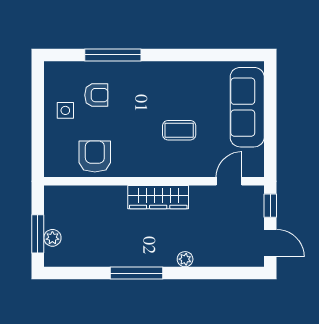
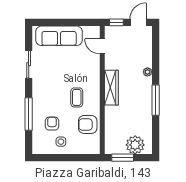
sliding door: (198, 55) -> (29, 64), added
coffee table: (179, 130) -> (77, 97), moved
window: (38, 234) -> (123, 158), moved
plant: (52, 238) -> (135, 145), width x1.88, depth x1.88

